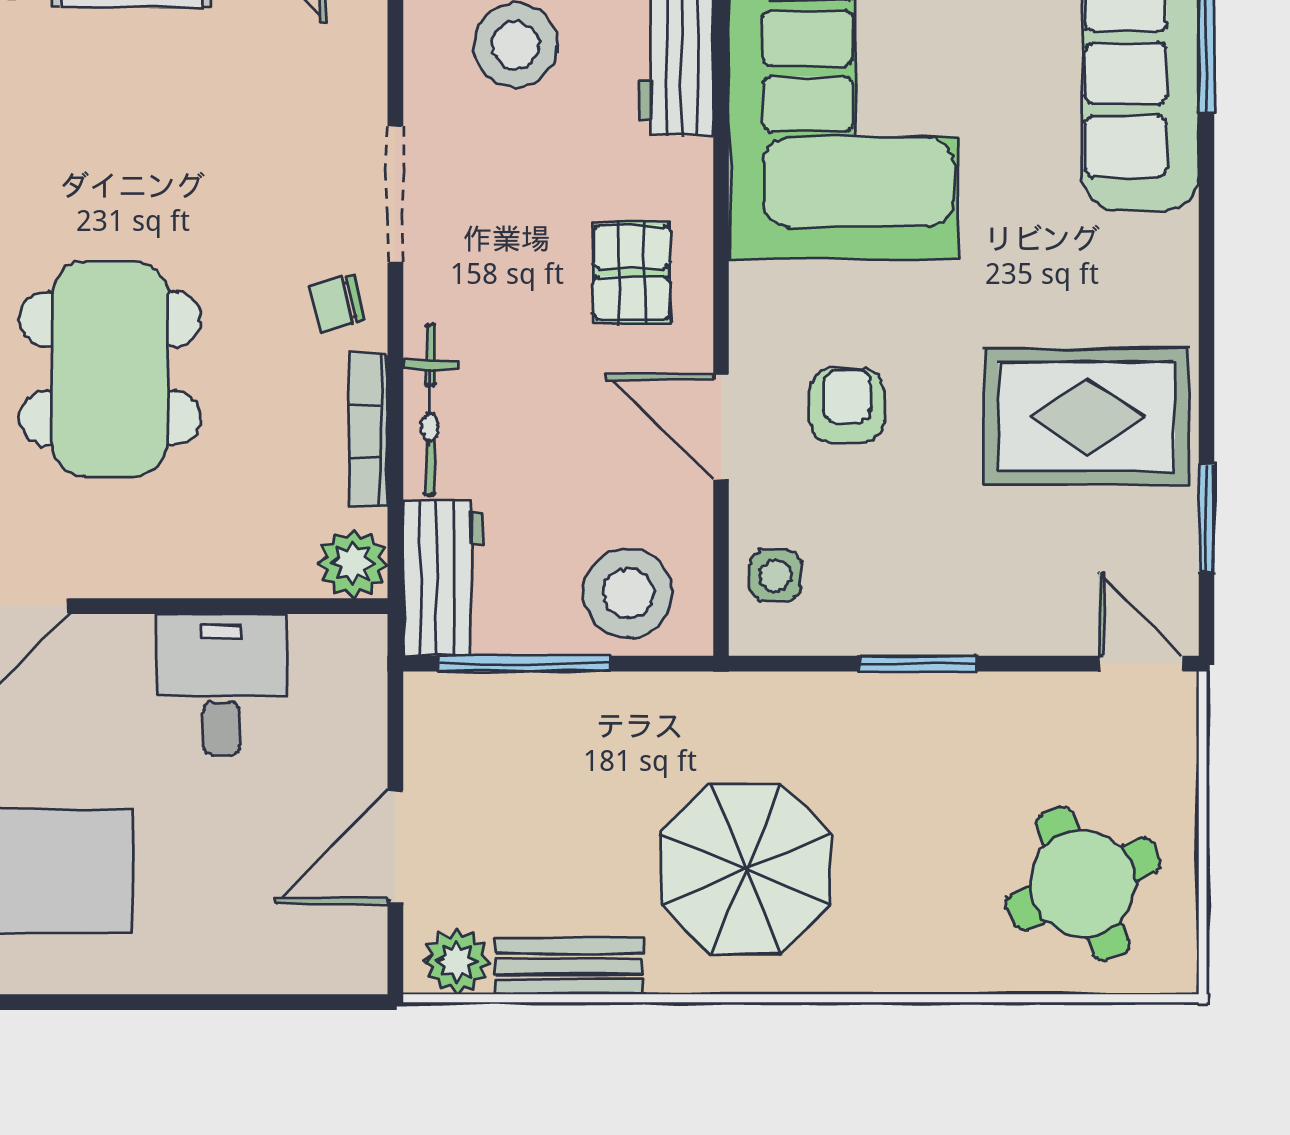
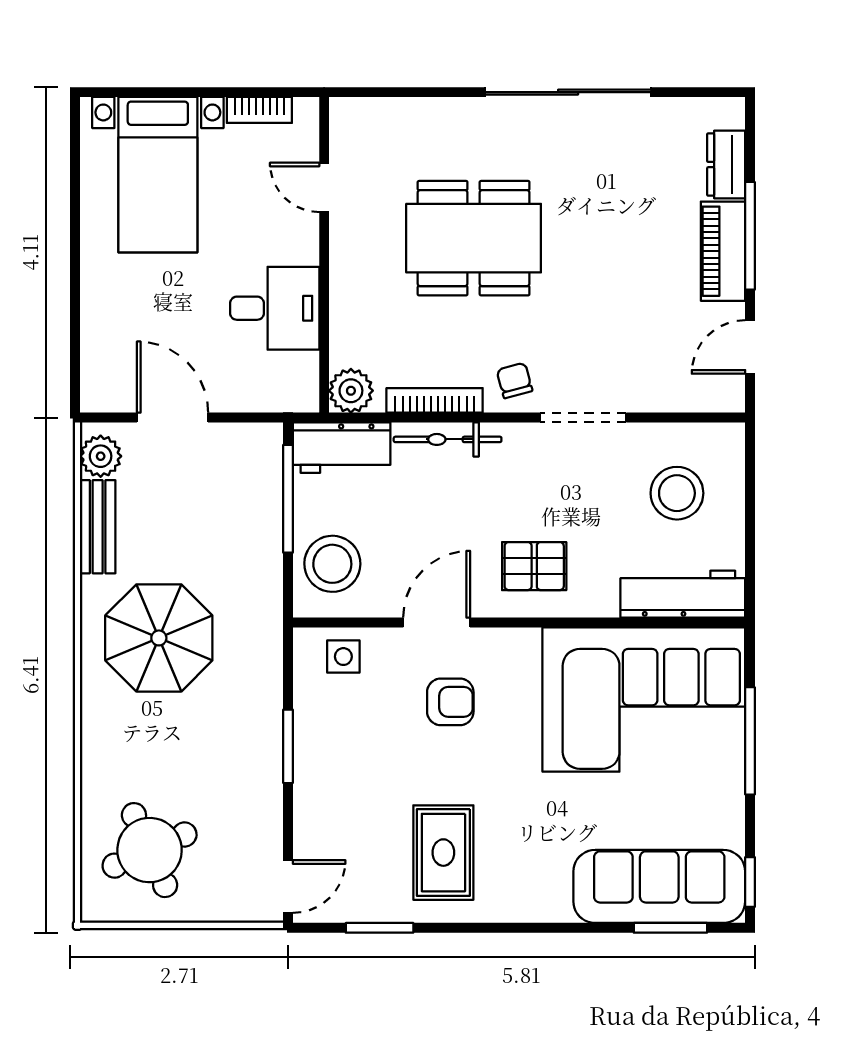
rug: (1087, 417) -> (443, 853), width x0.73, depth x0.70

